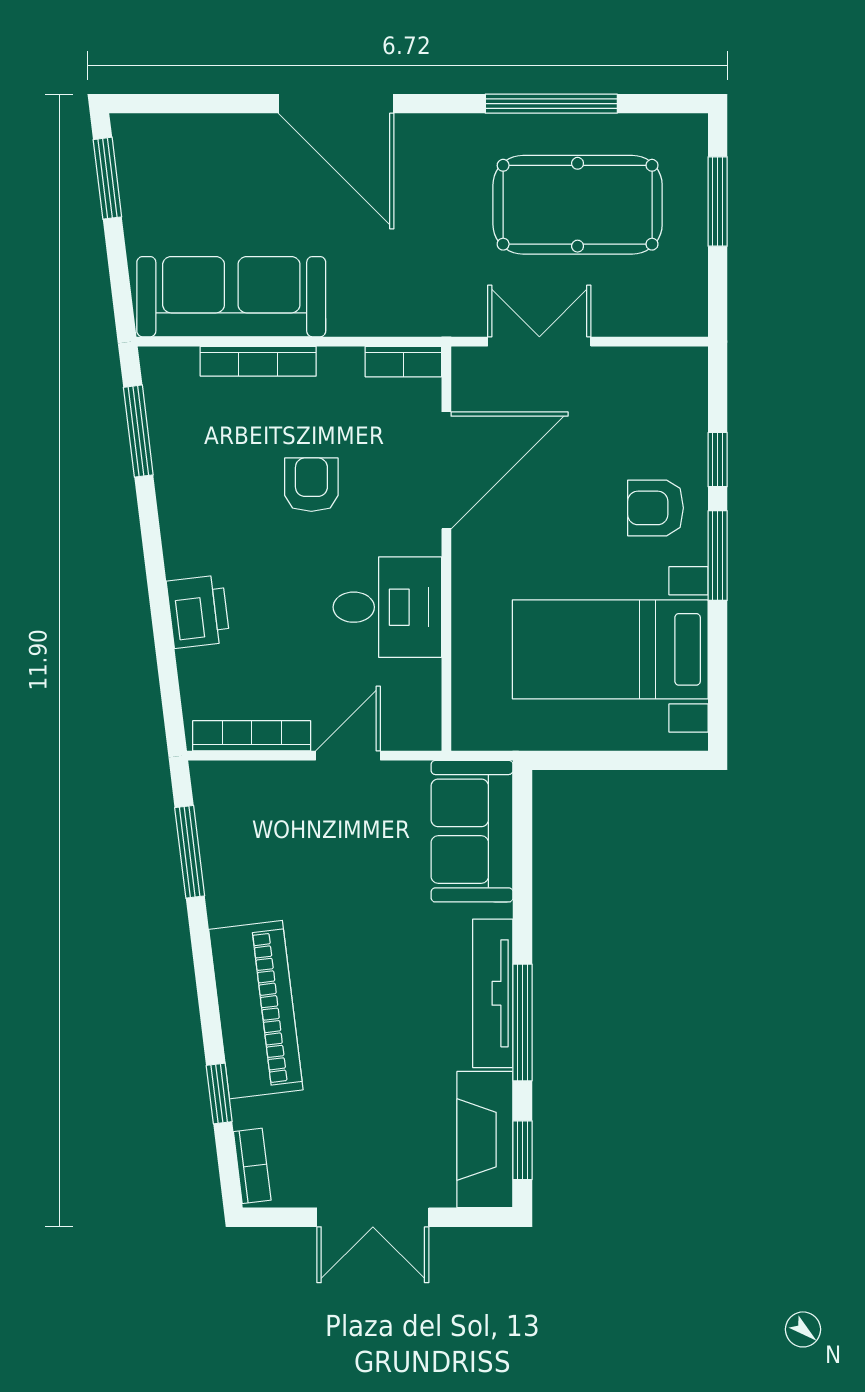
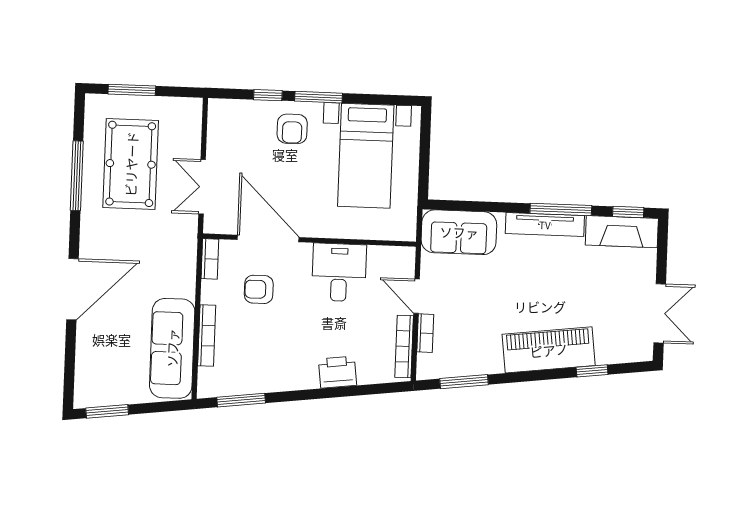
armchair: (311, 485) -> (259, 289), moved
bookcase: (252, 1166) -> (425, 333), moved, turned 97
double door: (373, 1217) -> (660, 313), moved

